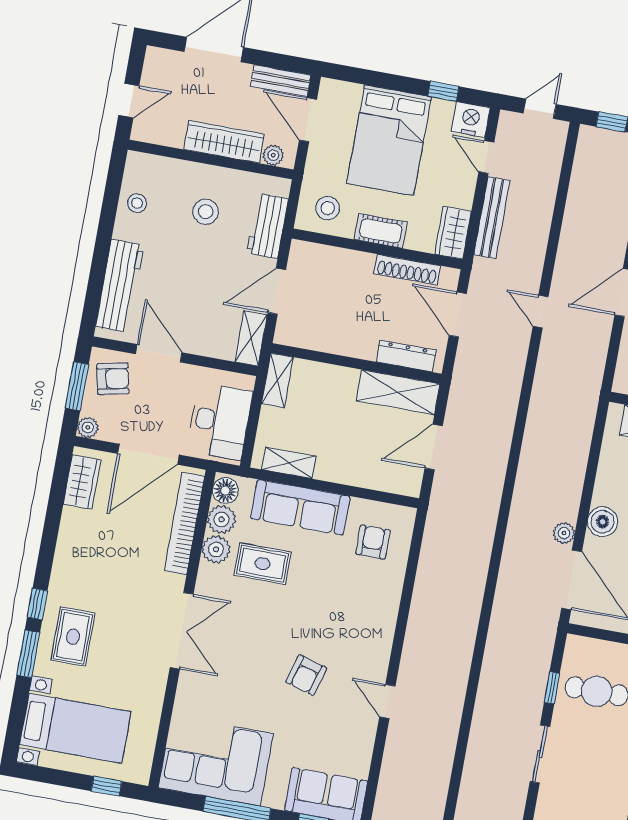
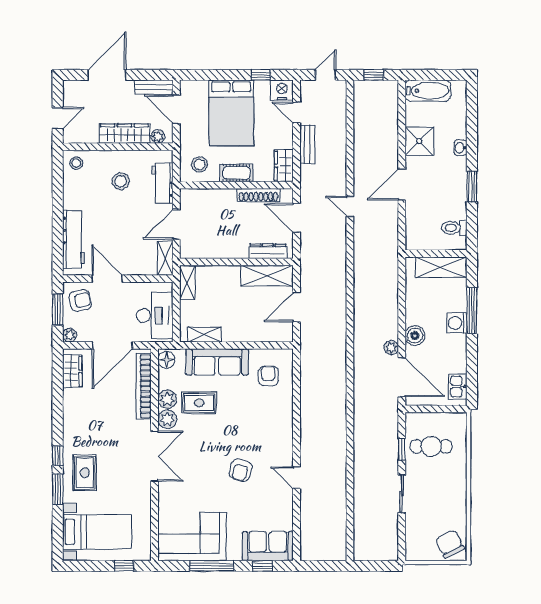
stool: (137, 203) -> (76, 163), moved
bench: (492, 218) -> (307, 144), width x0.73
plant: (221, 519) -> (167, 419), moved

